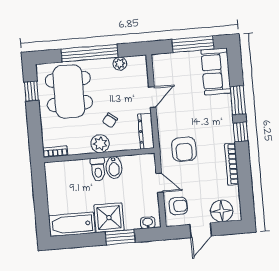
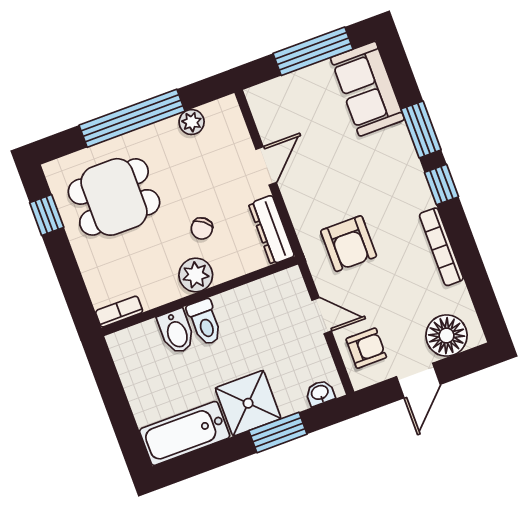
dining table: (69, 91) -> (114, 197), width x0.73
bidet: (114, 167) -> (176, 332), moved

